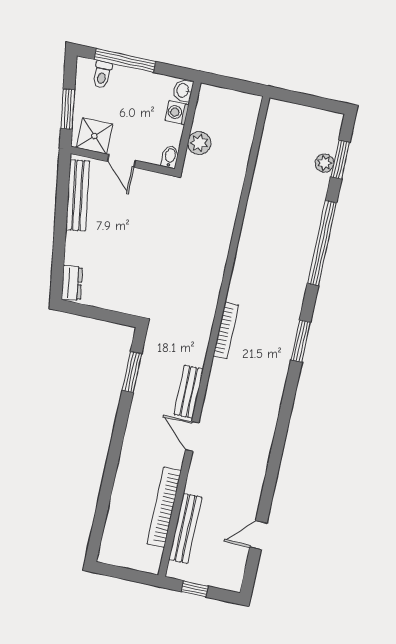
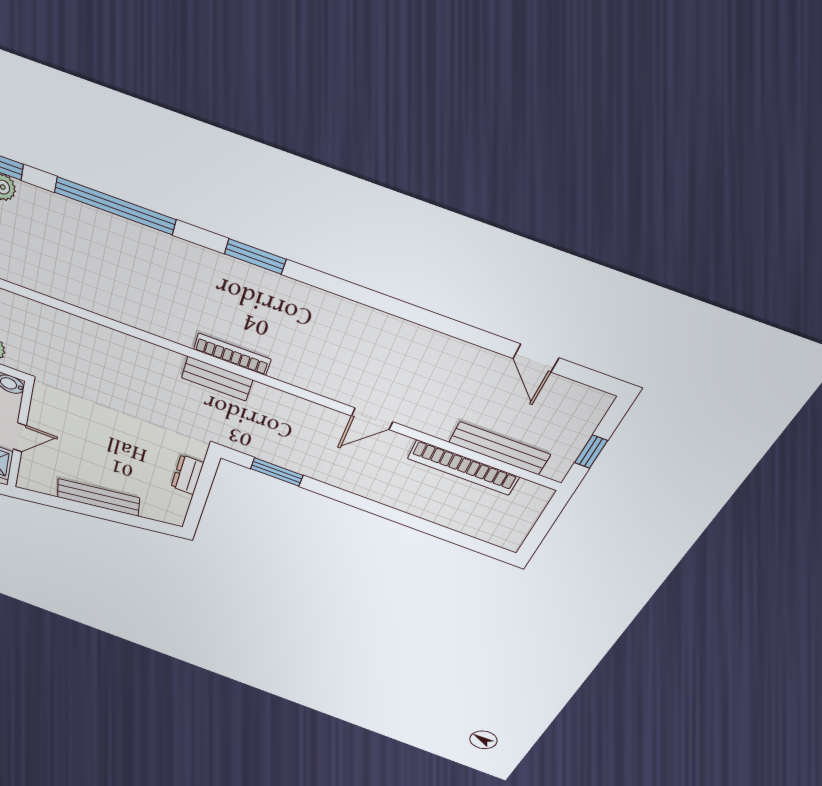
bench: (78, 195) -> (98, 497), moved
dresser: (72, 283) -> (187, 475), moved, turned -81
bench: (189, 392) -> (217, 379), moved

